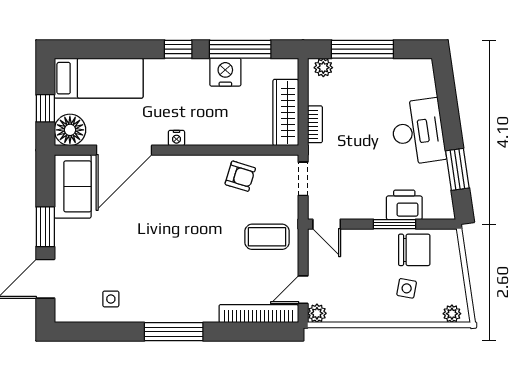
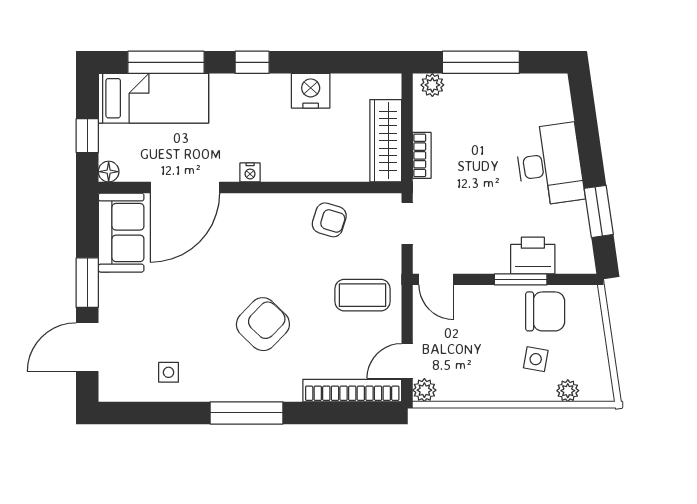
window: (240, 49) -> (166, 62), moved
floor lamp: (70, 130) -> (109, 172), width x0.53, depth x0.53
armchair: (187, 260) -> (263, 324), added
plant: (452, 314) -> (568, 391), moved

